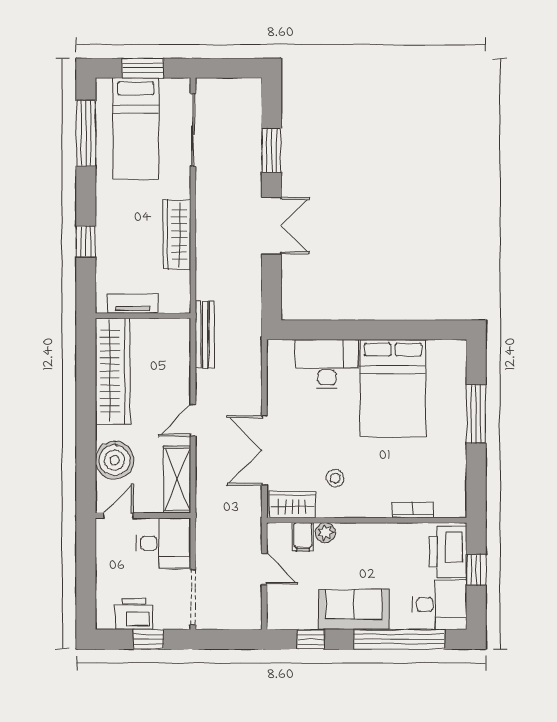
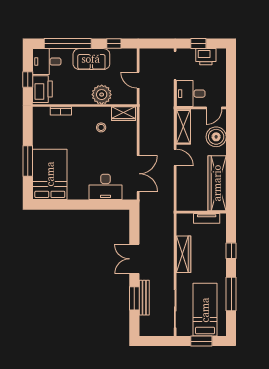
window: (86, 133) -> (231, 294), moved
bench: (205, 335) -> (144, 298), moved
bed: (393, 388) -> (50, 174), moved
door: (193, 420) -> (175, 158), hinge flipped
double door: (264, 450) -> (138, 174), moved
plant: (325, 533) -> (102, 95), width x1.87, depth x1.87
filing cabinet: (303, 537) -> (118, 97), removed

